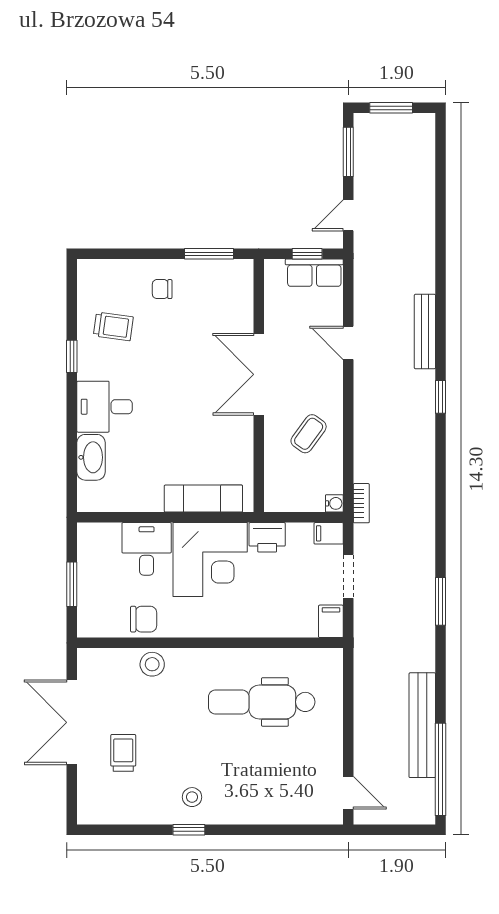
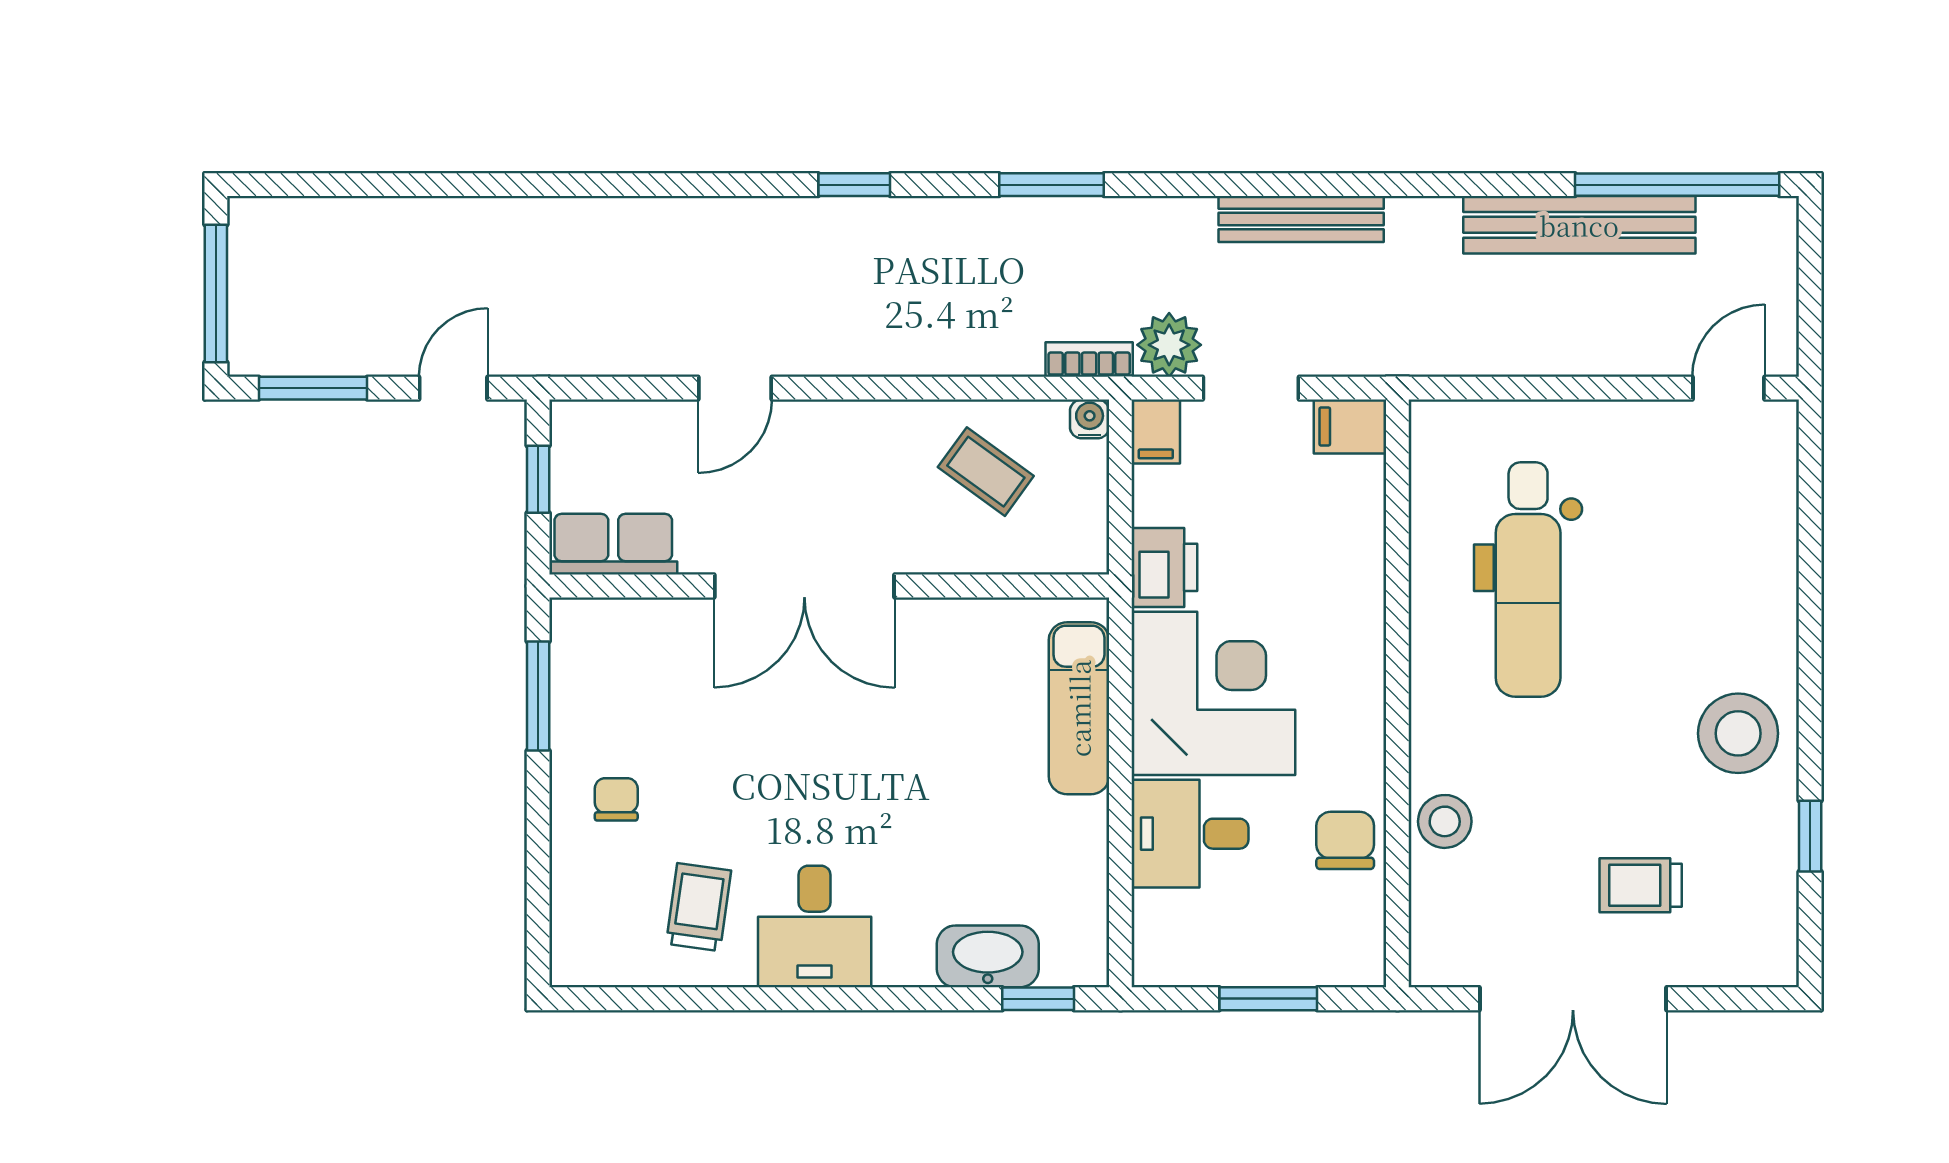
window: (391, 108) -> (216, 293), width x1.44
door: (348, 215) -> (453, 388), swing flipped
row of seats: (314, 273) -> (613, 544), moved, turned -90
chair: (162, 289) -> (616, 799), turned 180
bench: (425, 332) -> (1301, 219), moved
window: (72, 356) -> (1038, 999), moved
desk: (105, 407) -> (815, 926), moved
coffee table: (309, 434) -> (986, 472), moved
plant: (368, 539) -> (1169, 345), added
window: (440, 601) -> (1052, 185), moved
stool: (192, 797) -> (1738, 733), width x1.89, depth x1.89
window: (189, 830) -> (1810, 836), moved

